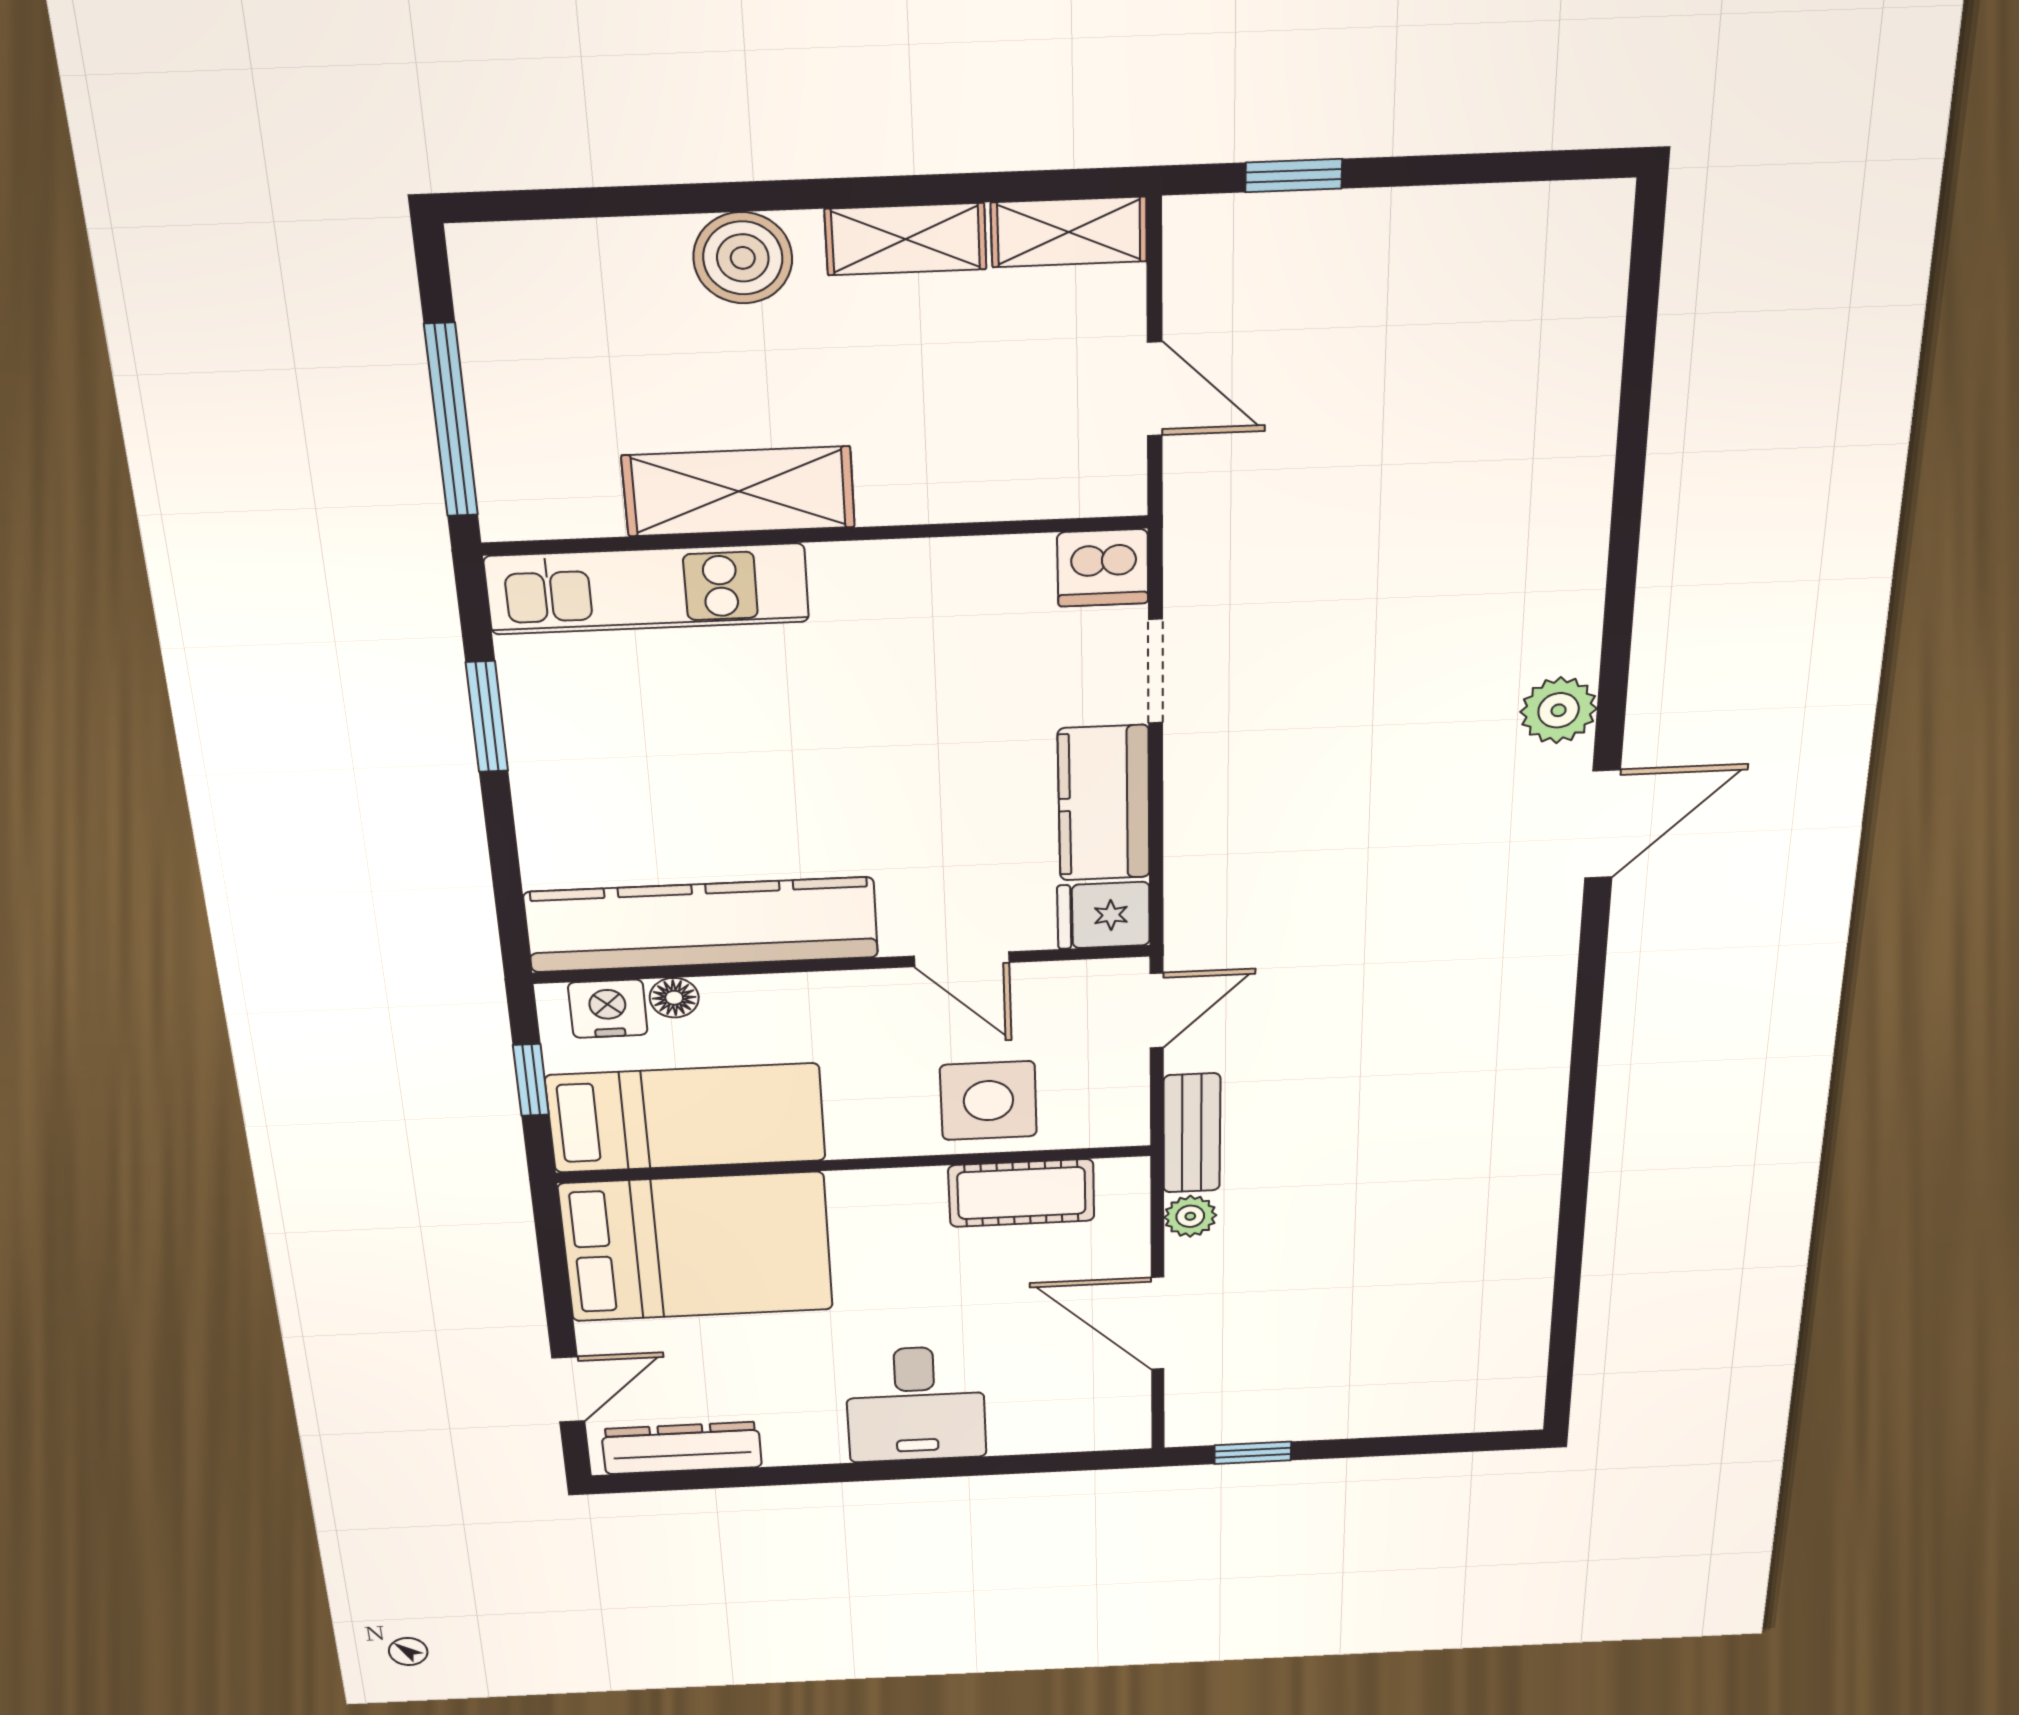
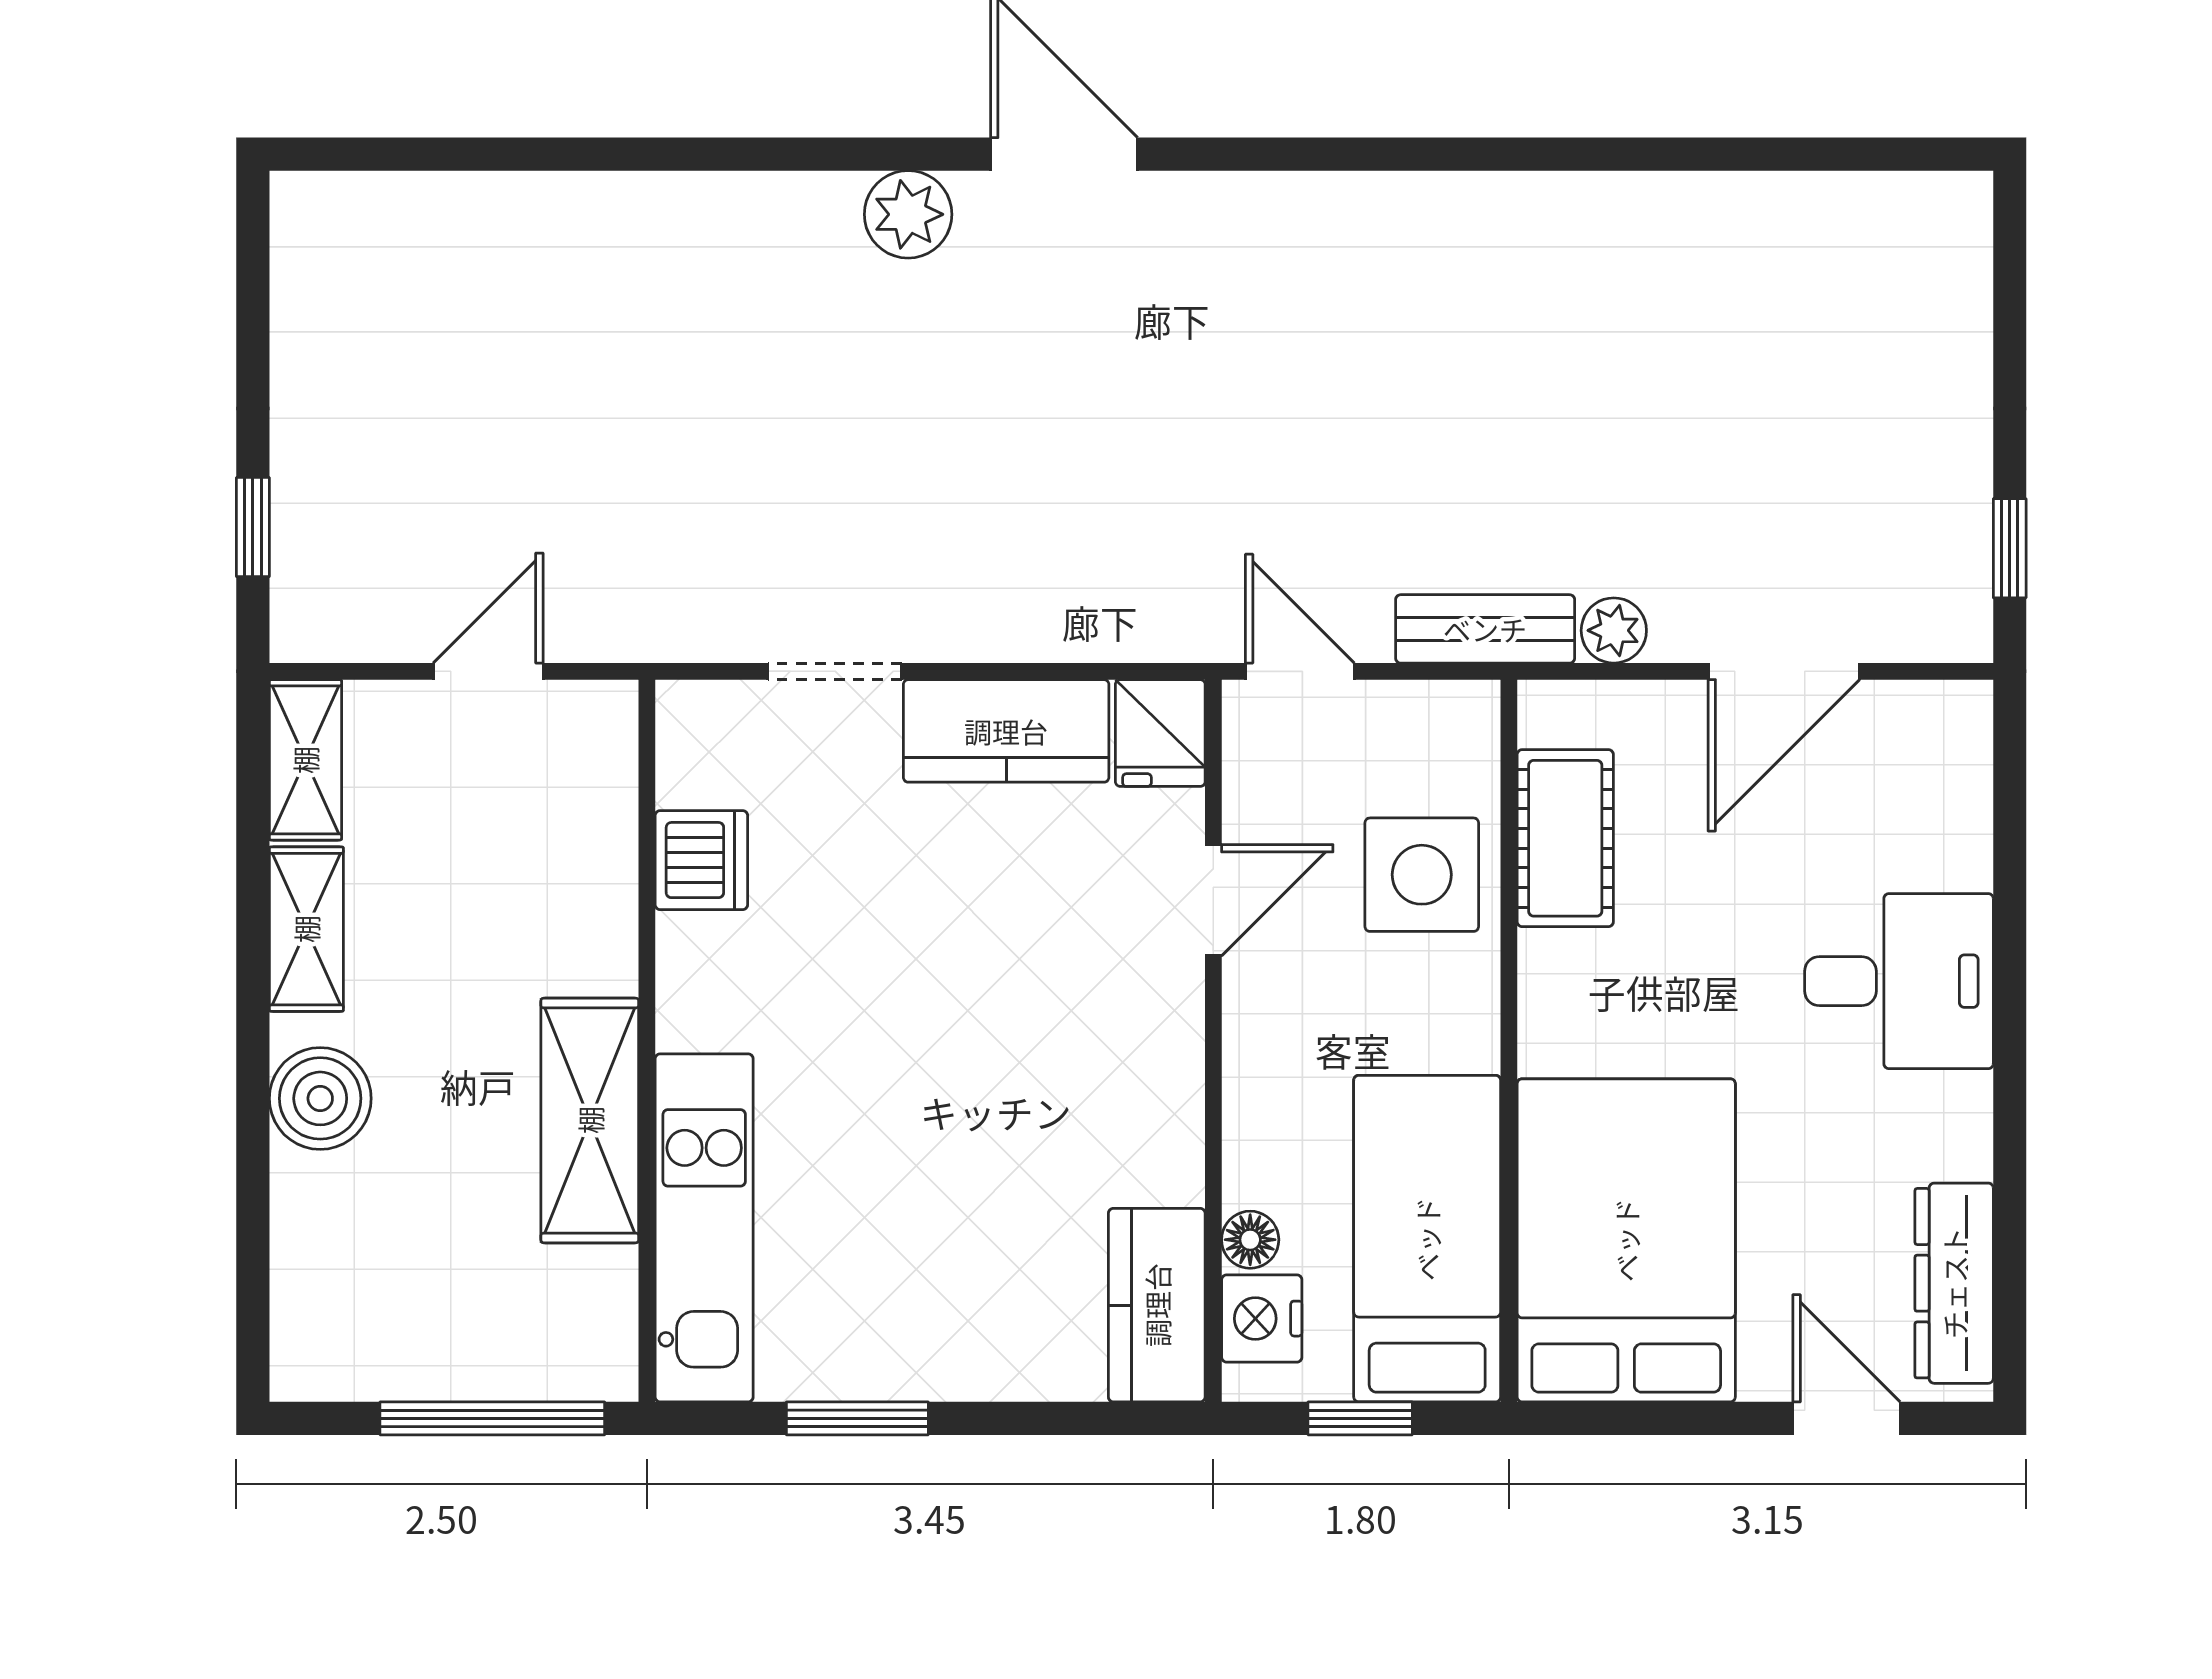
dishwasher: (1103, 568) -> (701, 860), moved
kitchen counter: (702, 925) -> (1157, 1305), width x0.48, depth x0.86

